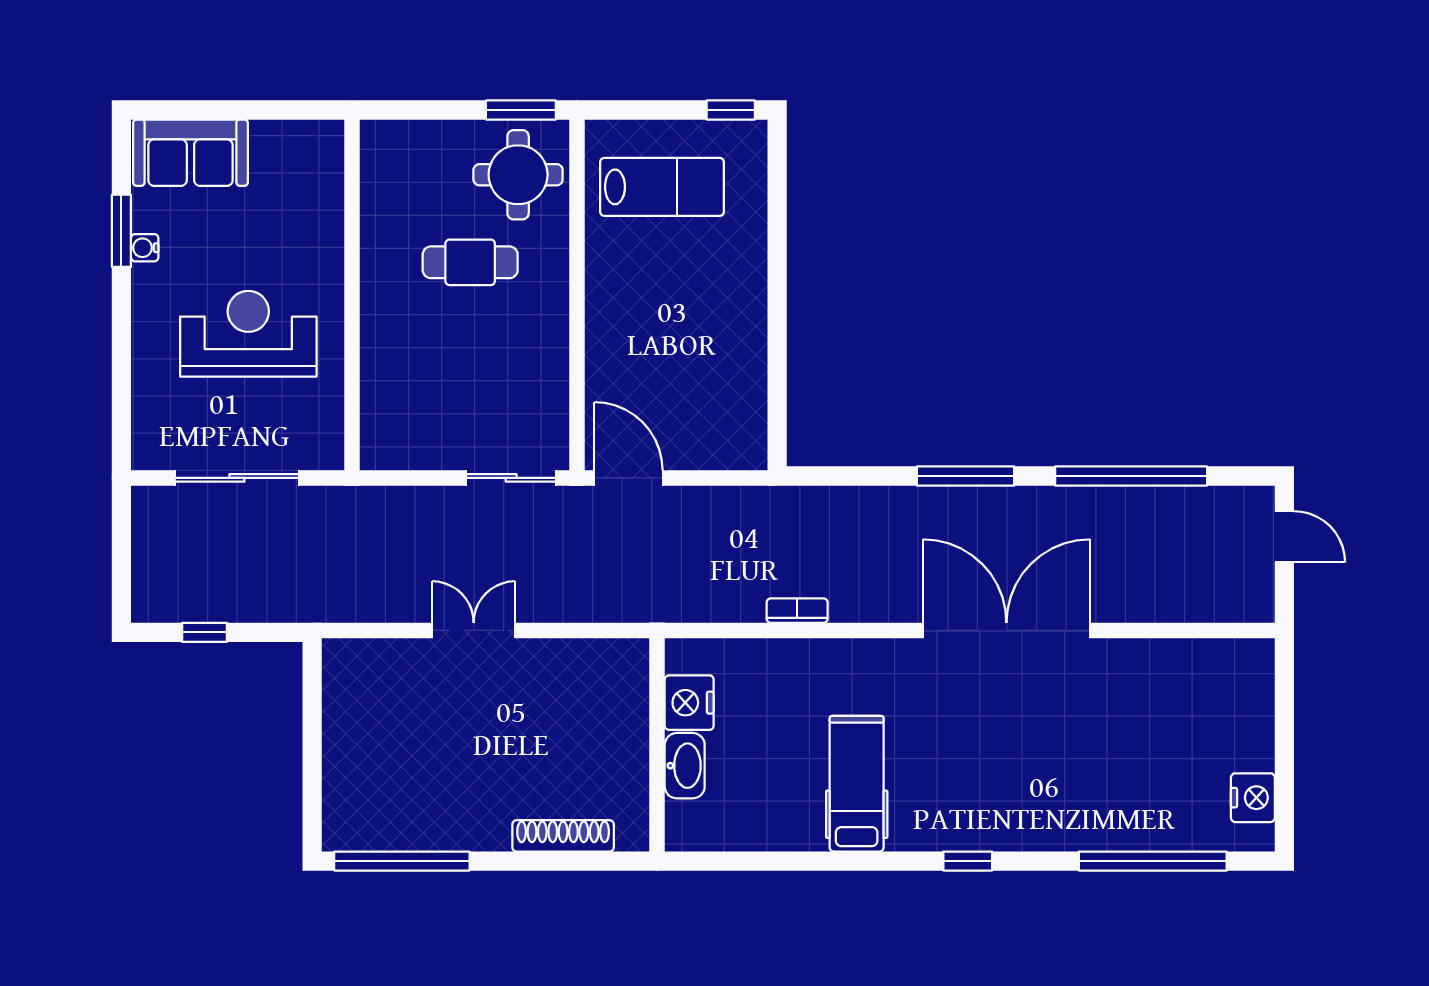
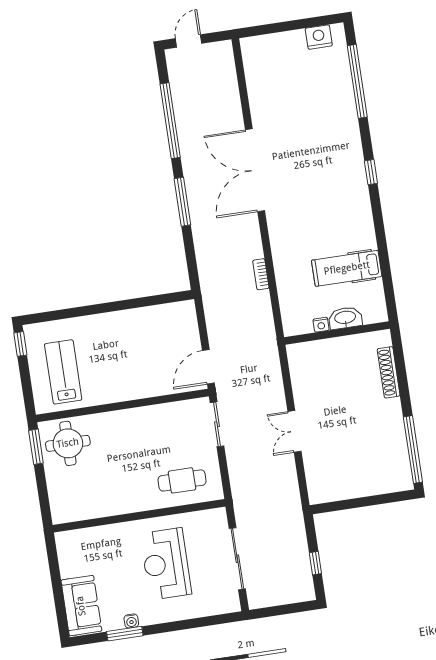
cafe table: (470, 262) -> (182, 480), moved, turned 90
nightstand: (689, 703) -> (321, 325), width x0.53, depth x0.56
hospital bed: (857, 784) -> (347, 268), moved

